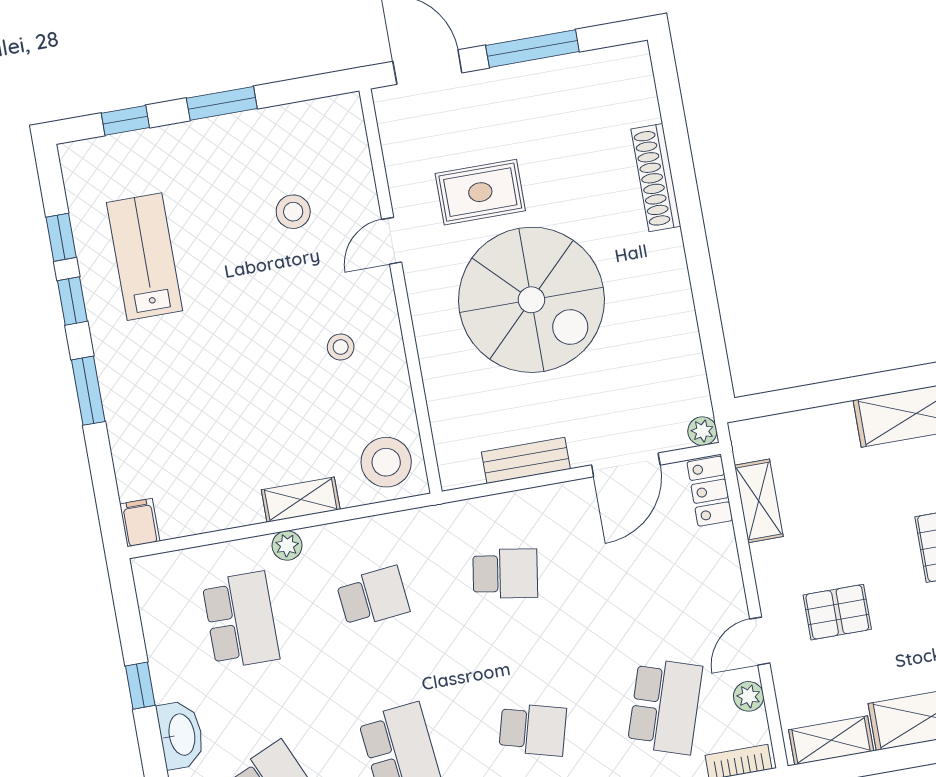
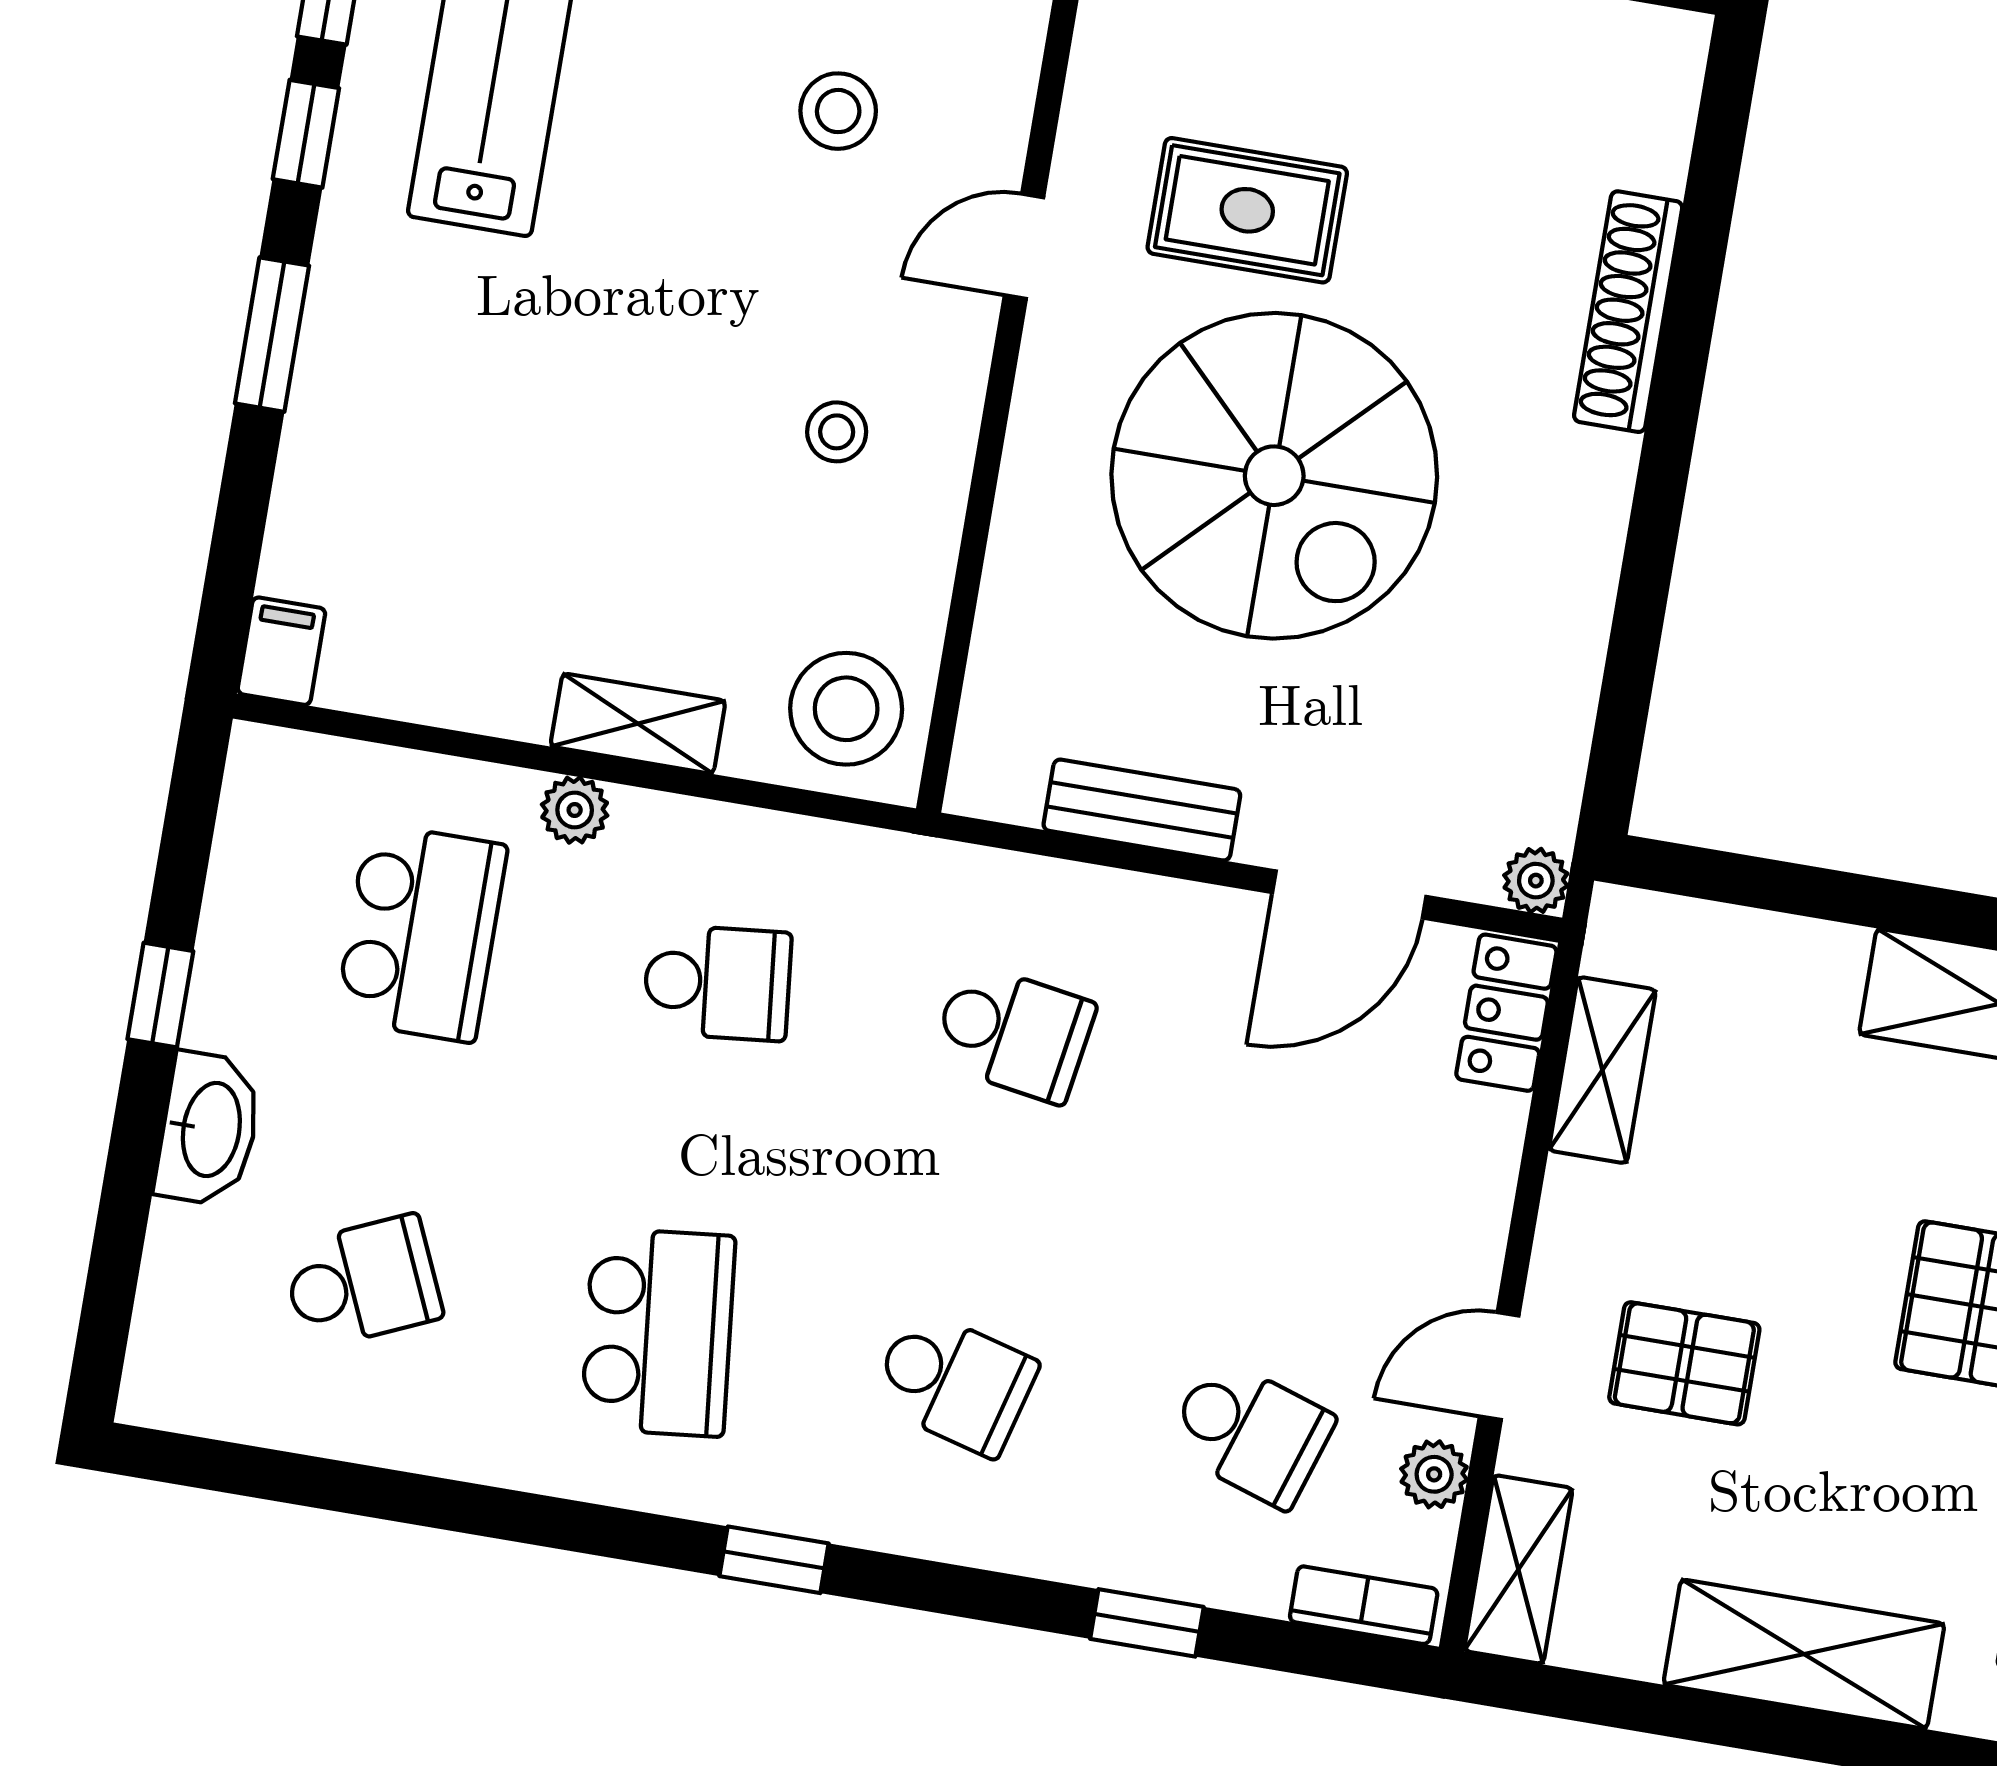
school desk: (665, 706) -> (1250, 1432), width x0.54
shelving: (831, 740) -> (1518, 1569), moved, turned 90

